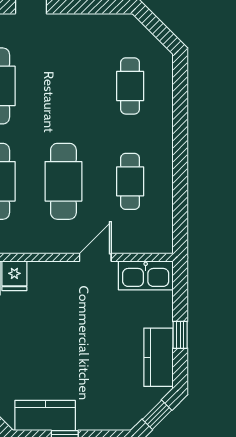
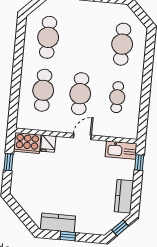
cafe table: (130, 86) -> (122, 44), width x1.37, depth x1.35
door: (95, 257) -> (82, 136), moved
window: (180, 335) -> (139, 163), moved

